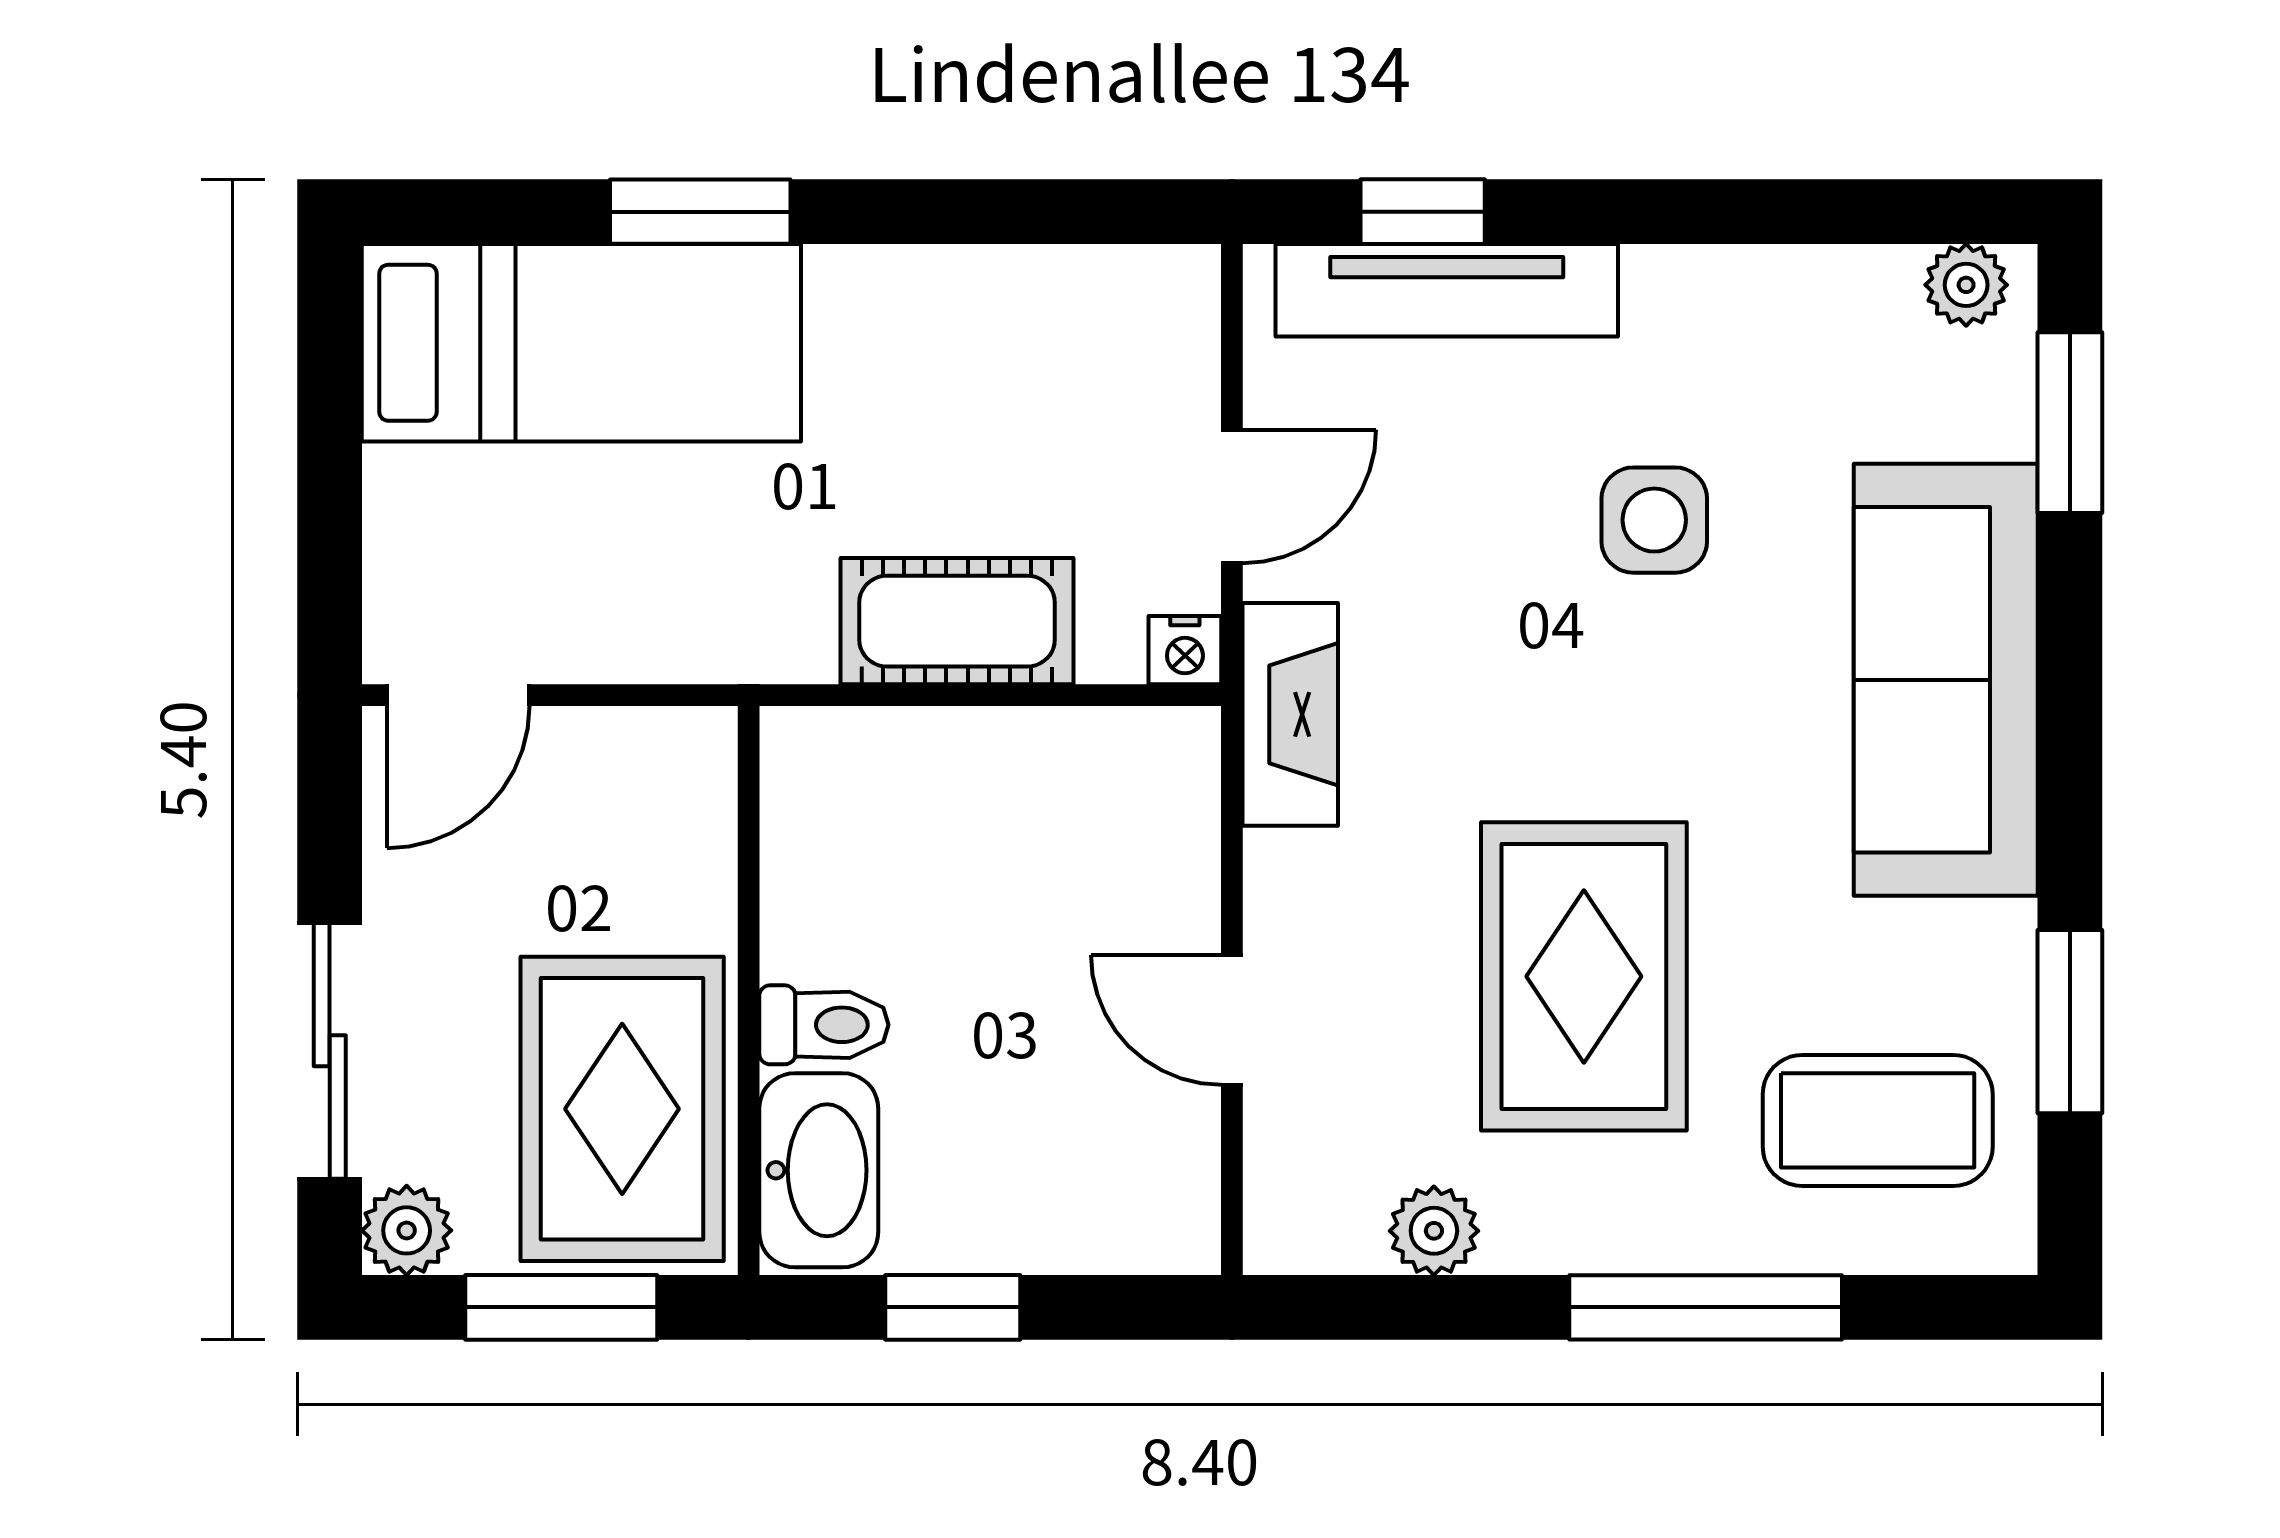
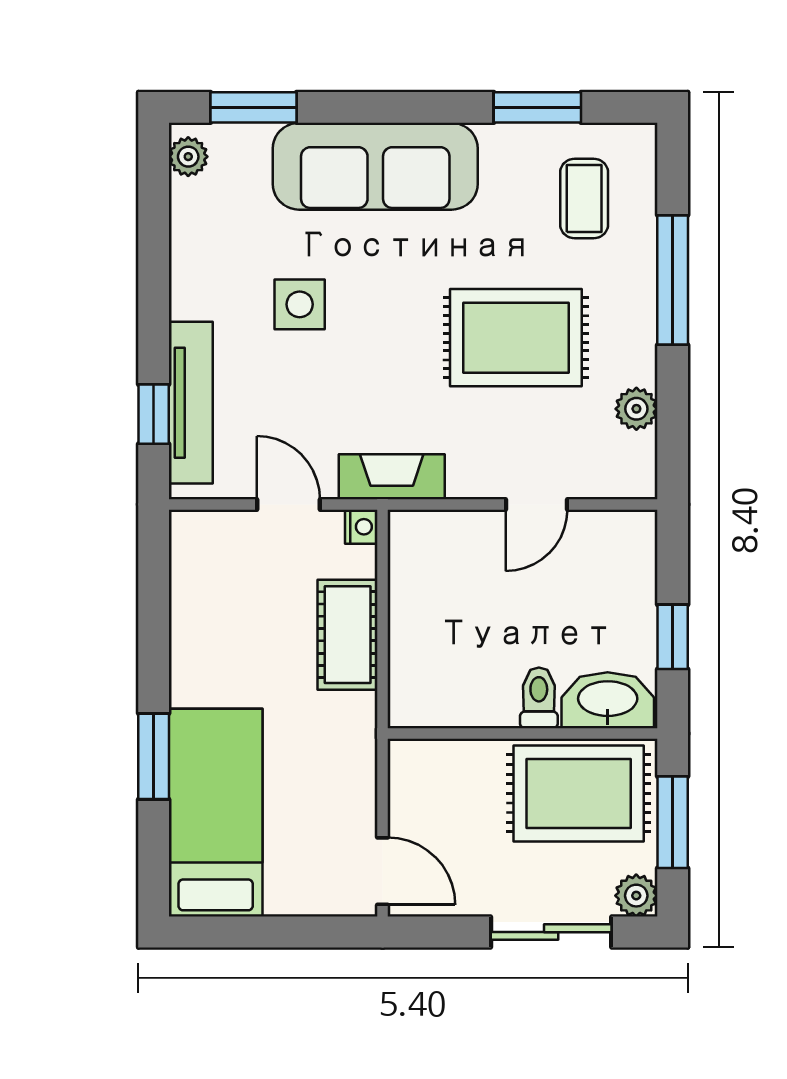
coffee table: (1878, 1120) -> (584, 199), width x0.73, depth x0.77

